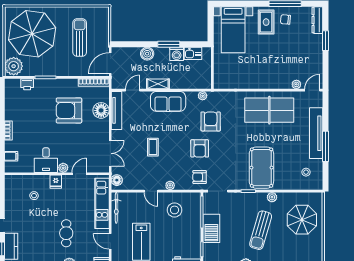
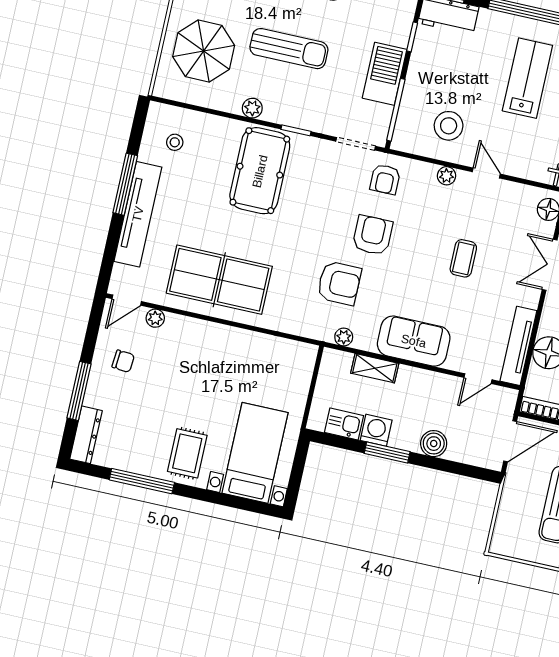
chair: (285, 19) -> (123, 361), moved
window: (326, 41) -> (79, 391), width x1.44
shelving: (158, 84) -> (375, 368), moved
armchair: (211, 121) -> (339, 283), turned -90
armchair: (200, 177) -> (385, 179), turned 90
sun lounger: (261, 230) -> (289, 49), turned 74

